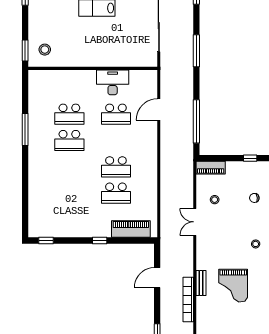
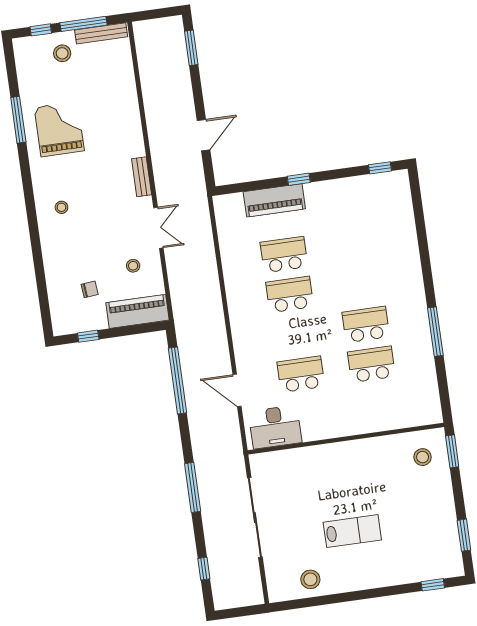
desk: (113, 82) -> (275, 427), moved
door: (159, 110) -> (237, 390), swing flipped
piano: (211, 168) -> (138, 311), width x1.37, depth x1.33
chair: (254, 198) -> (90, 289), moved
piano: (131, 229) -> (274, 200), moved
bench: (201, 283) -> (142, 177), moved
grand piano: (233, 286) -> (59, 129), moved
bookcase: (188, 300) -> (152, 109), removed

